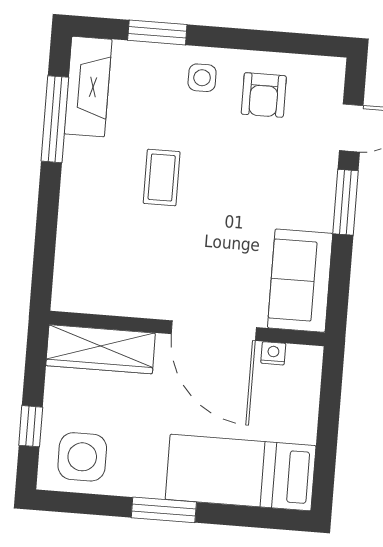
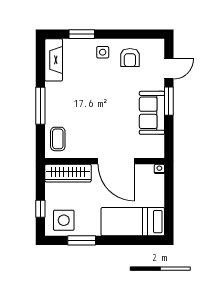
window: (55, 119) -> (40, 106), moved
coffee table: (162, 177) -> (58, 139), moved
sofa: (300, 281) -> (152, 113), moved
nightstand: (273, 353) -> (159, 169), moved
window: (164, 510) -> (82, 240), moved

